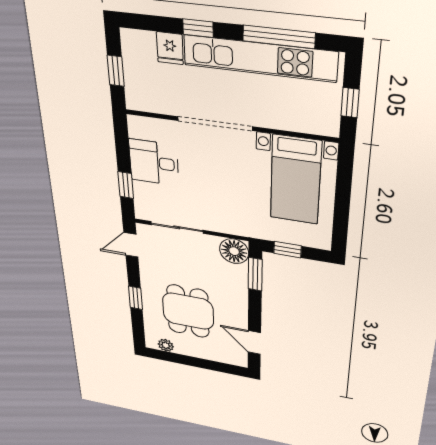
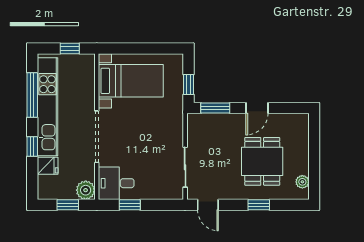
plant: (138, 98) -> (86, 190), added
desk: (154, 162) -> (116, 183), moved, turned 90
window: (126, 185) -> (130, 205), moved
floor lamp: (234, 251) -> (198, 124), removed
dining table: (188, 311) -> (262, 161), turned 90
door: (254, 342) -> (257, 108), moved

